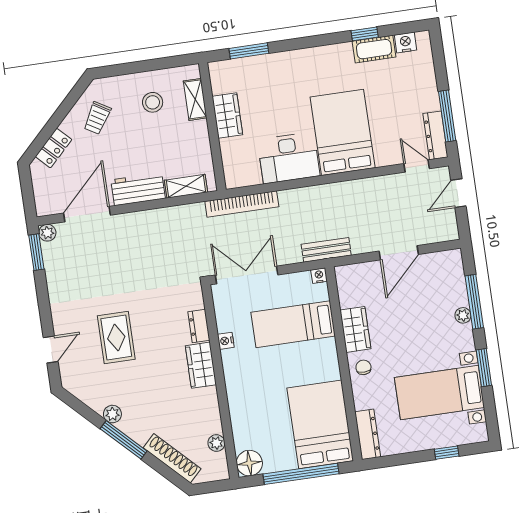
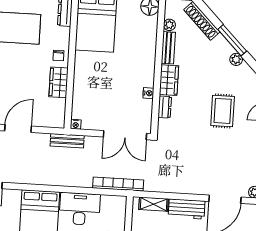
bed: (293, 324) -> (100, 95), removed
bench: (211, 410) -> (168, 48), added

